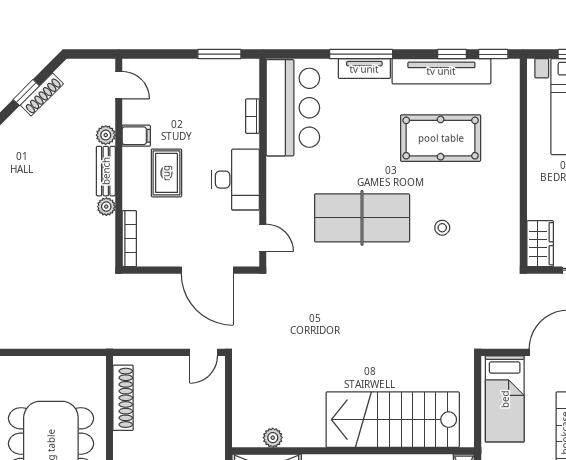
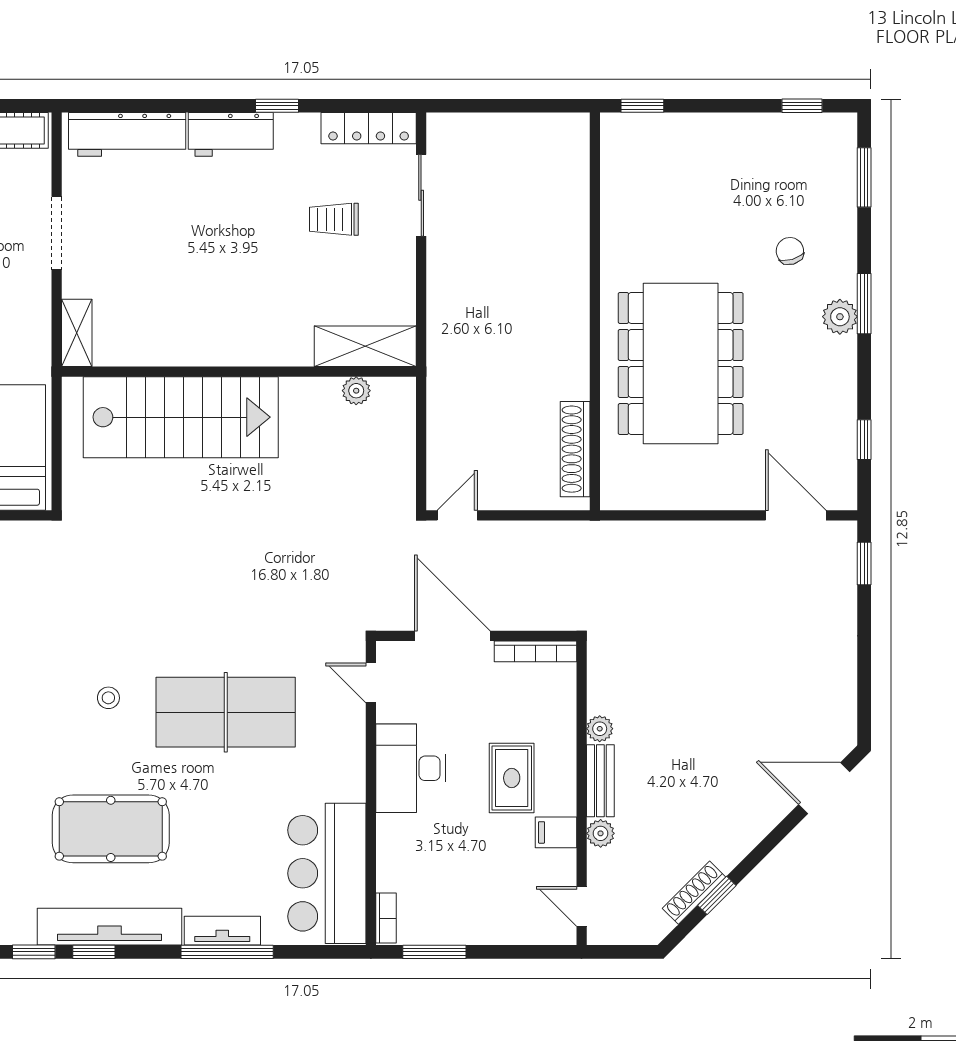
bookcase: (252, 116) -> (386, 918), moved
bookcase: (129, 239) -> (536, 651), moved, turned -90

